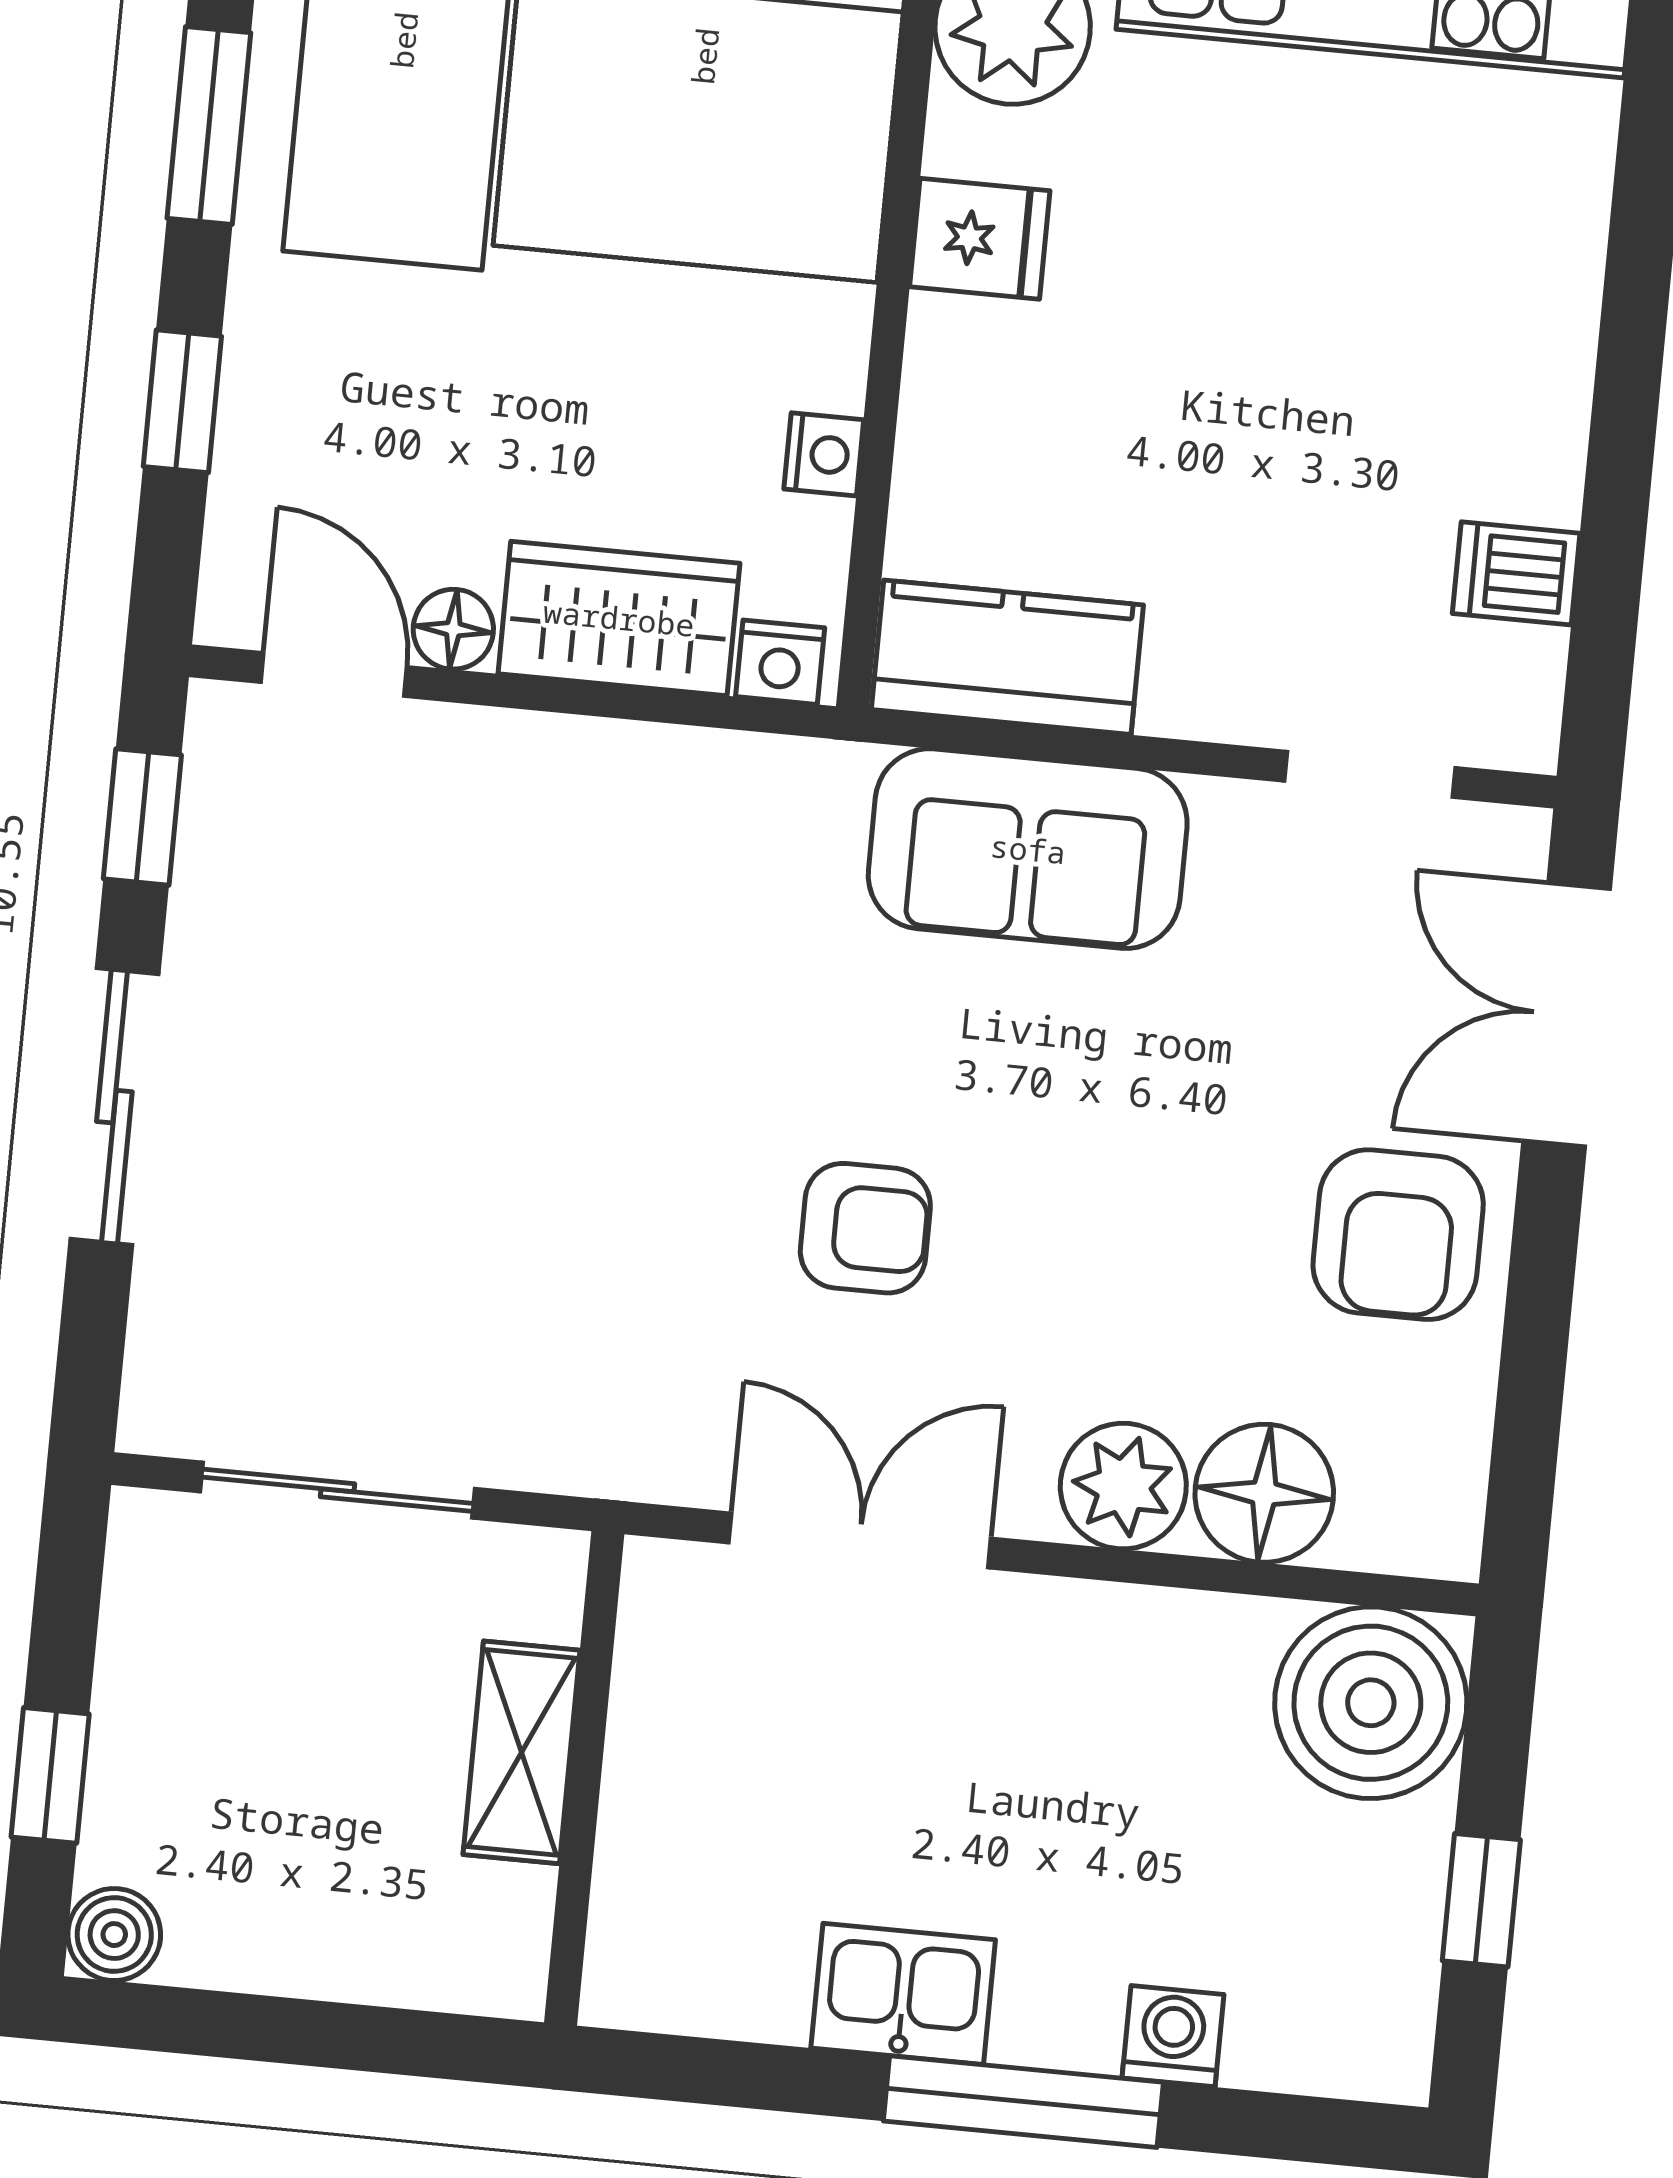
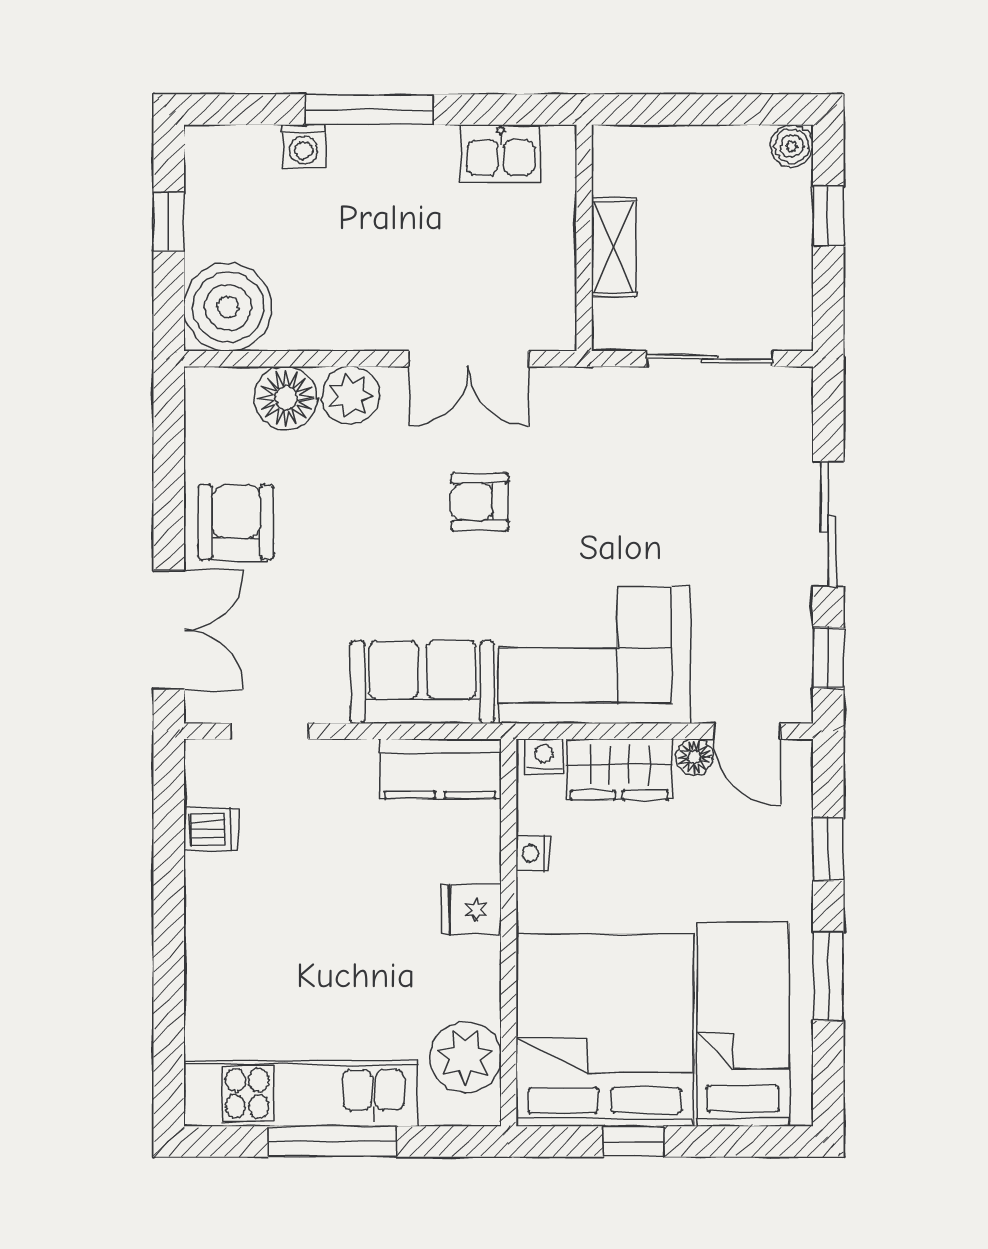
fridge: (980, 239) -> (471, 910), moved
corner sofa: (649, 872) -> (594, 655), added
kitchen sink: (903, 1994) -> (501, 154), moved

